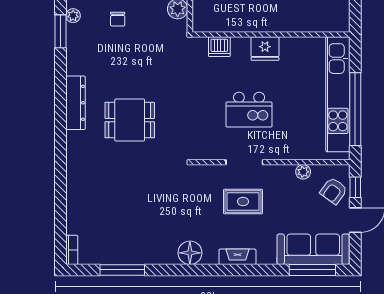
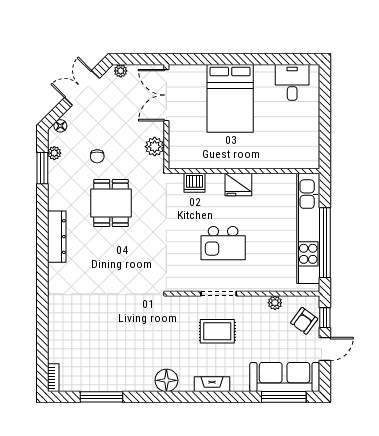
dining table: (130, 120) -> (111, 203), moved, turned 90

